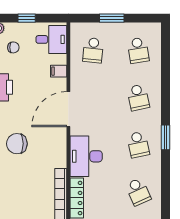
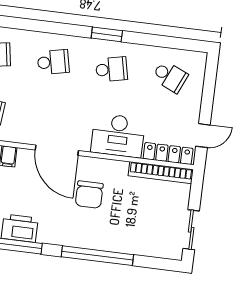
chair: (17, 144) -> (89, 195), moved
school desk: (138, 192) -> (170, 77), turned 48

